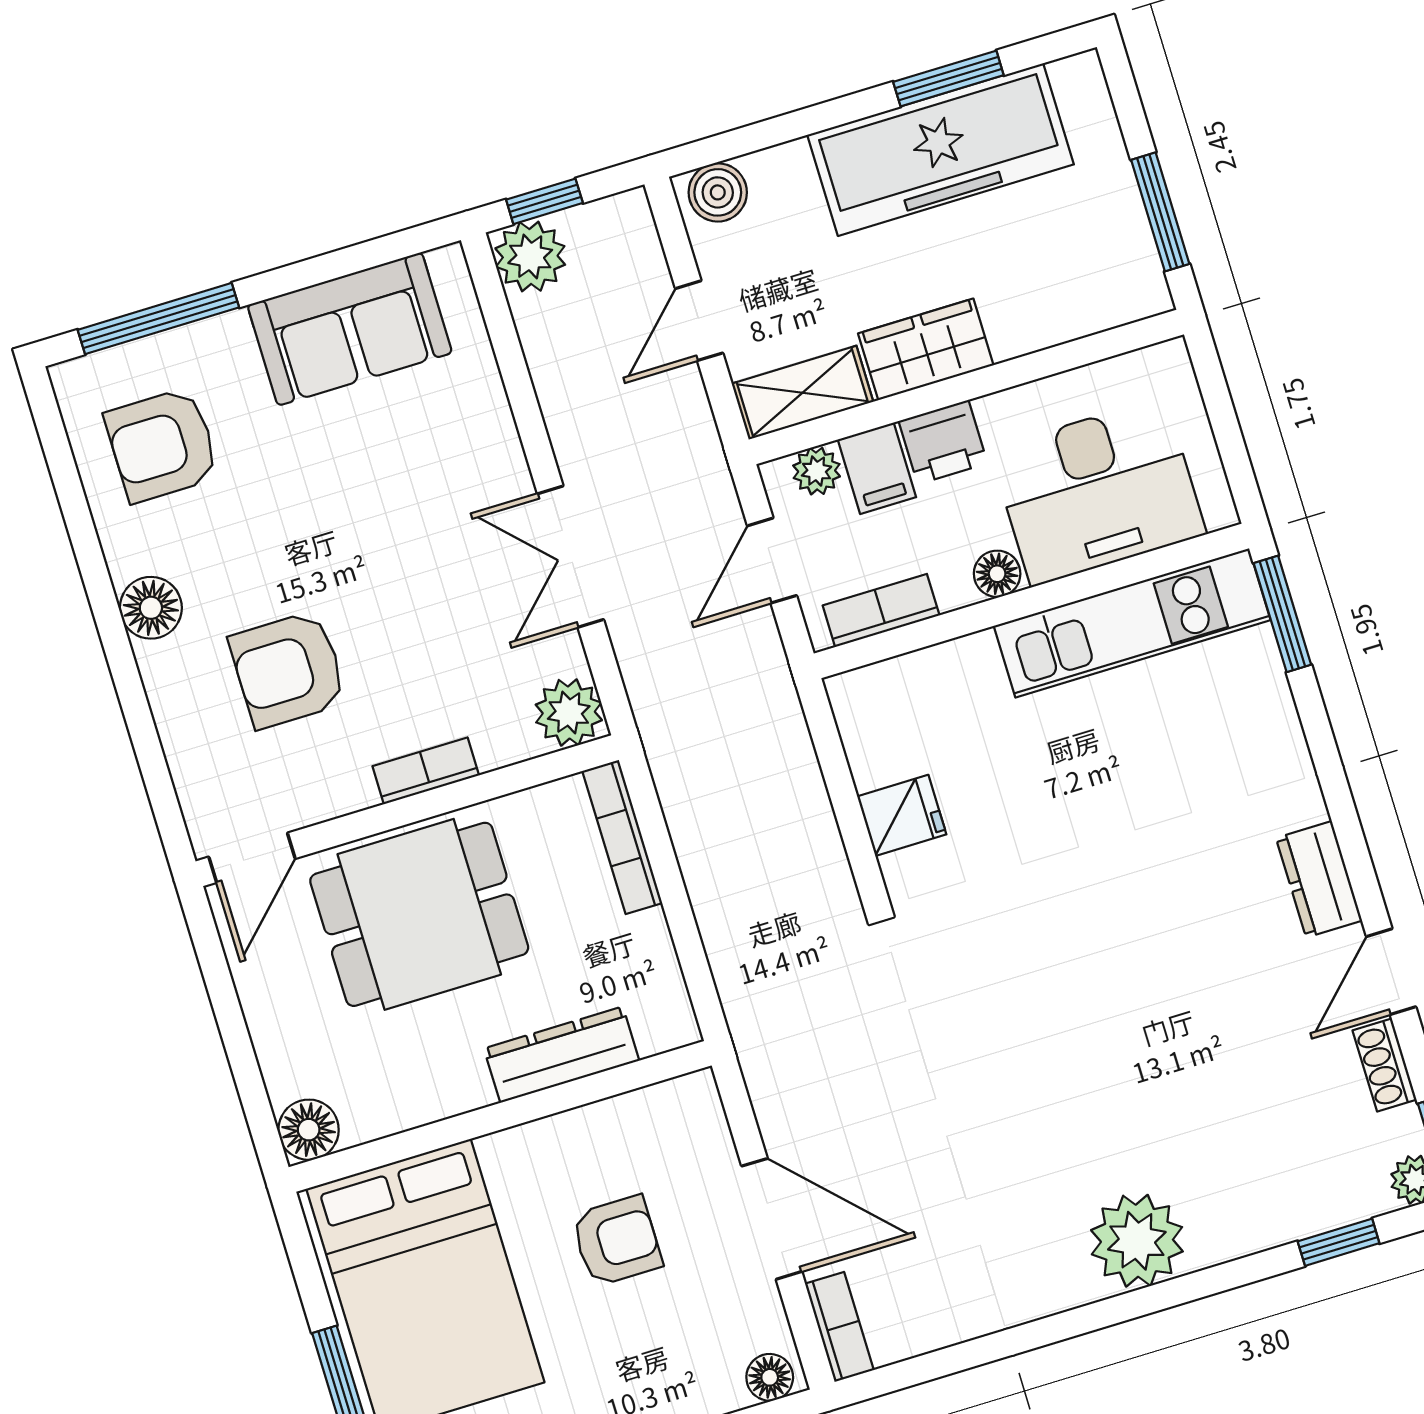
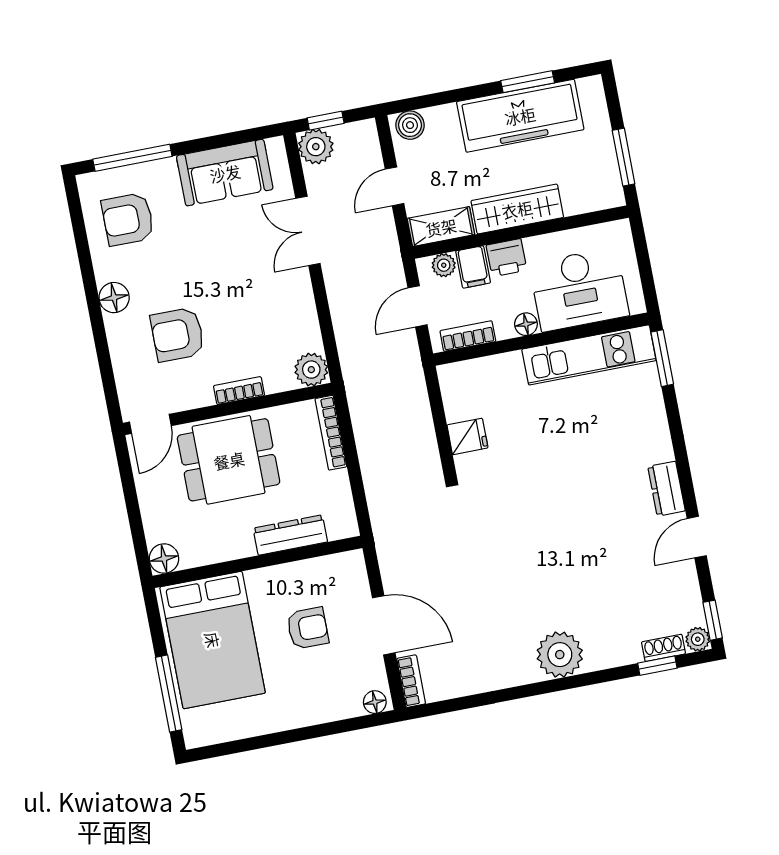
wardrobe: (926, 349) -> (517, 209), width x1.50
double door: (570, 557) -> (308, 231), moved
shoe rack: (1385, 1065) -> (664, 648), moved, turned 90

